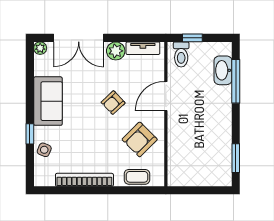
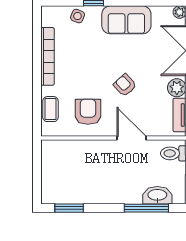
armchair: (140, 139) -> (88, 112), turned 45

